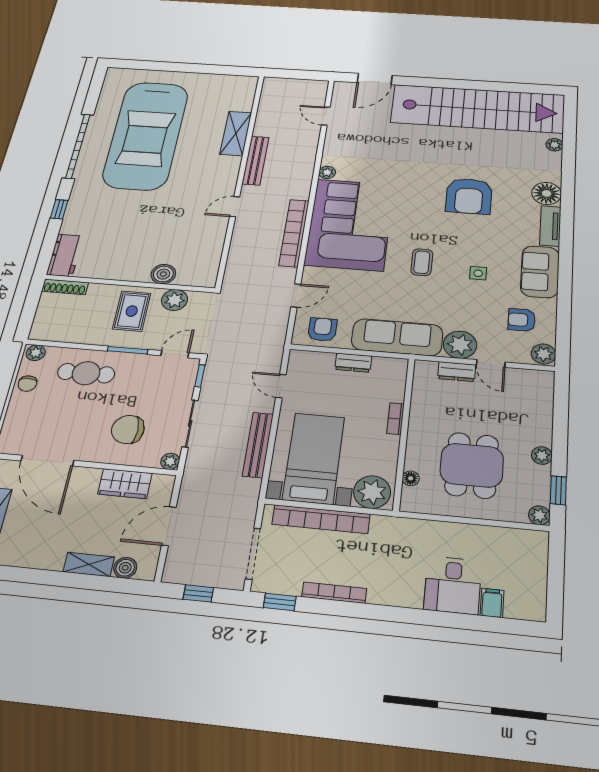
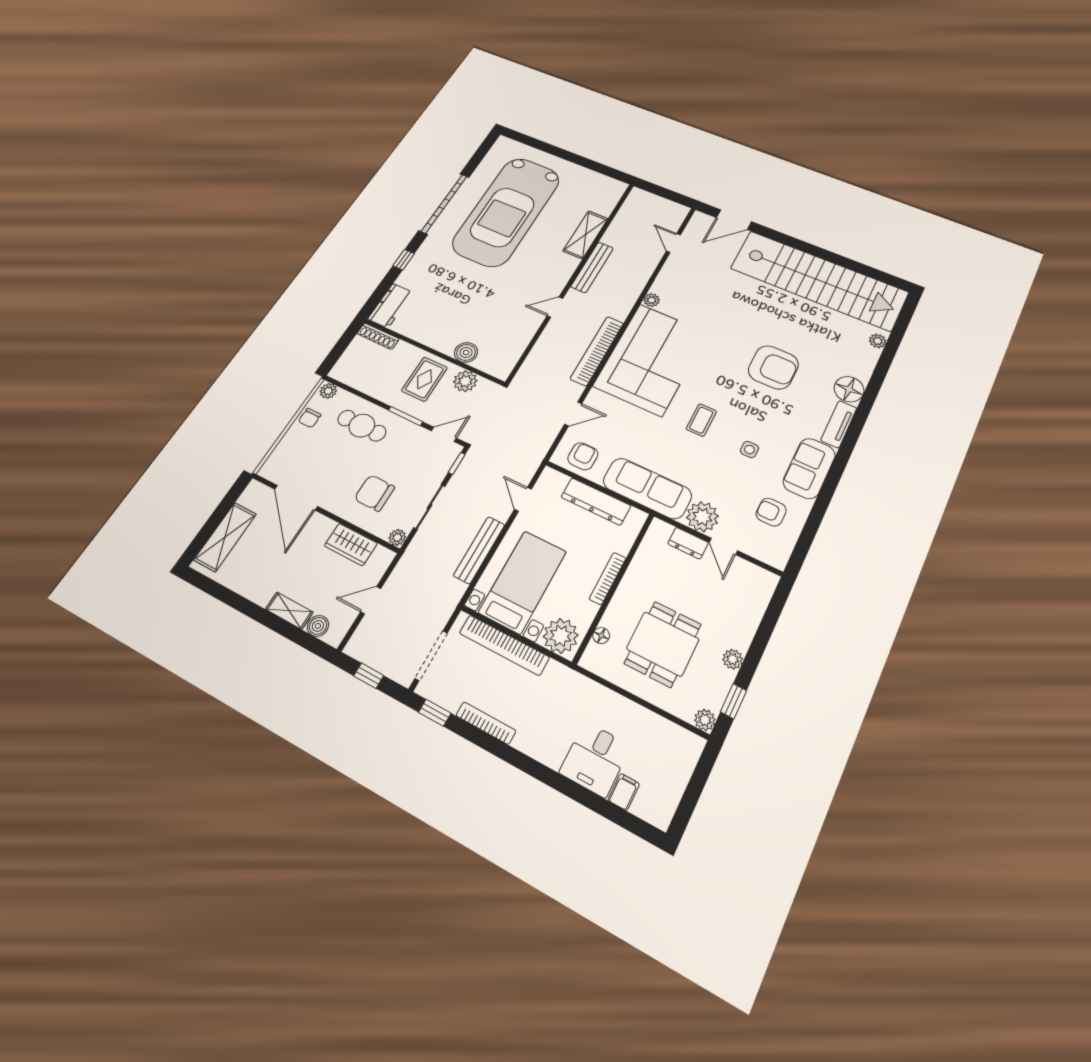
armchair: (469, 196) -> (773, 367), turned -90
plant: (543, 354) -> (777, 555), removed
dresser: (353, 363) -> (596, 501), width x1.96, depth x1.24
bookcase: (395, 419) -> (608, 578), width x1.56
door: (169, 526) -> (371, 600), width x0.73

